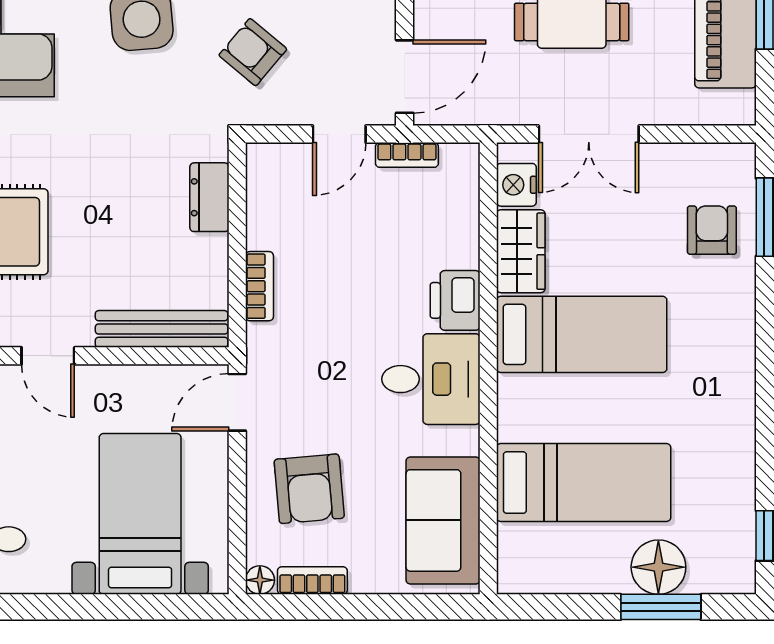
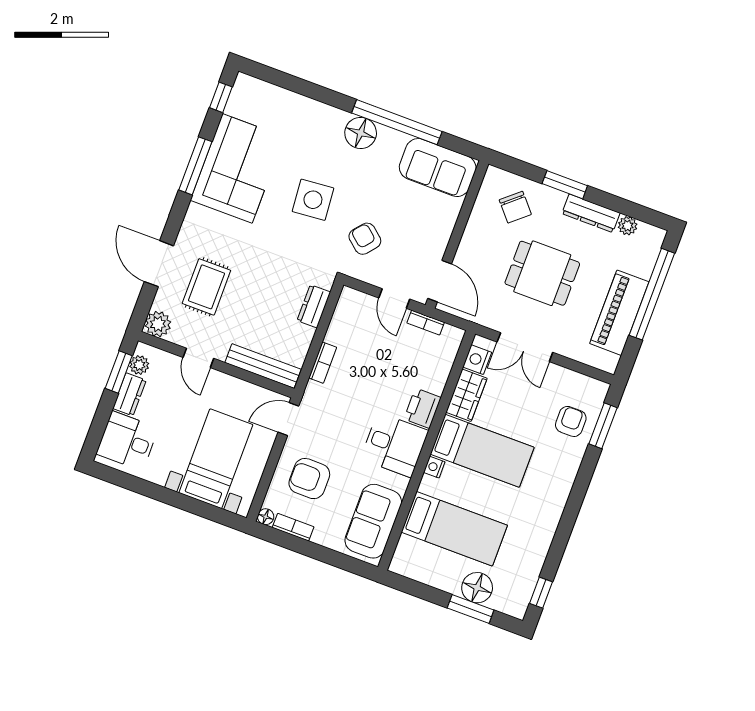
door: (405, 77) -> (440, 281), hinge flipped
door: (339, 134) -> (394, 298), hinge flipped
nightstand: (511, 392) -> (434, 467), added
armchair: (309, 489) -> (309, 479), turned 95

